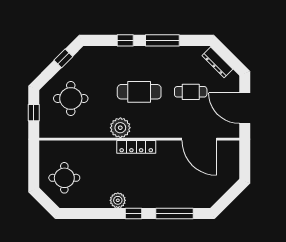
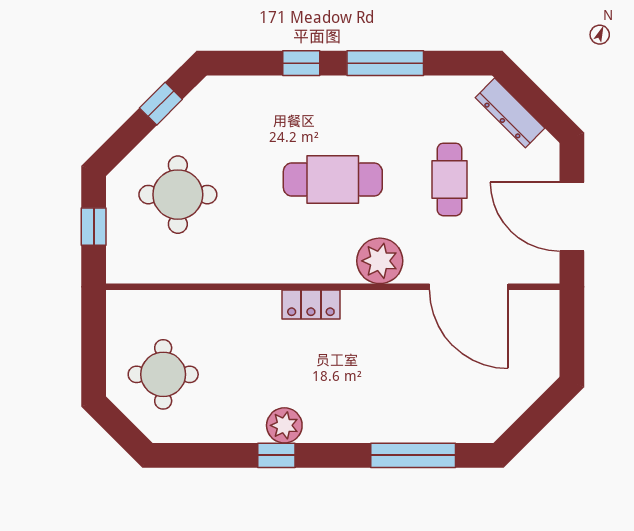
cafe table: (191, 92) -> (449, 179), turned 90
plant: (120, 128) -> (380, 261), moved
locker: (136, 147) -> (311, 304), width x0.66
window: (134, 214) -> (276, 455), moved

